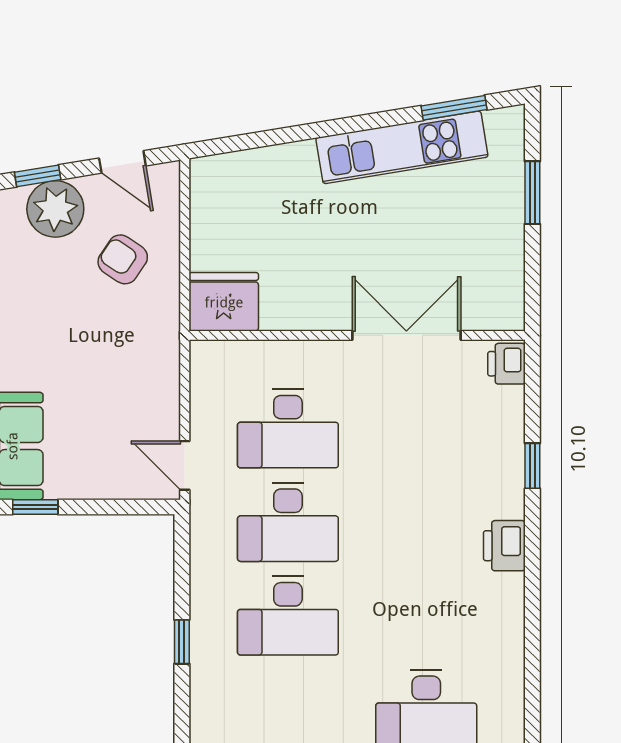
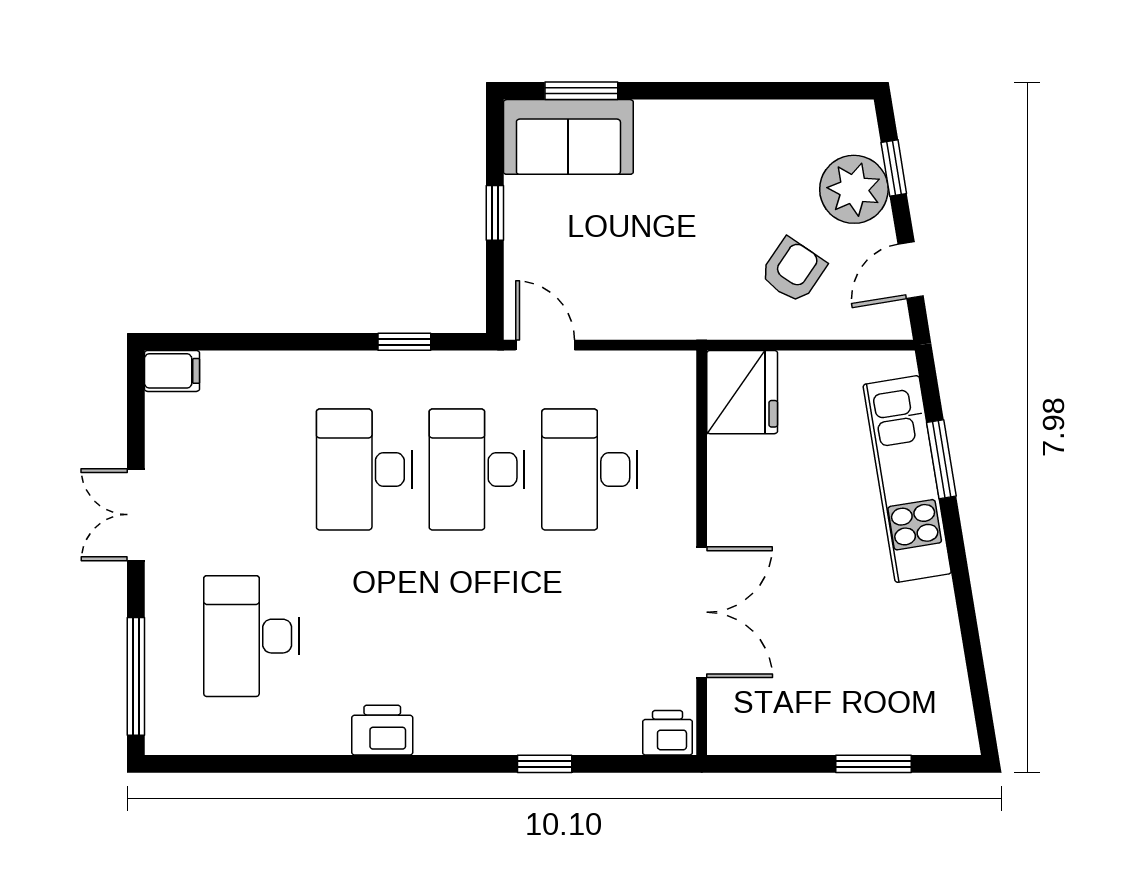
window: (454, 108) -> (941, 459), moved
kitchen unit: (402, 147) -> (907, 479), moved
door: (185, 465) -> (545, 345), hinge flipped
window: (35, 507) -> (495, 213), moved
printer: (504, 546) -> (382, 730), moved
window: (182, 642) -> (404, 342), moved

